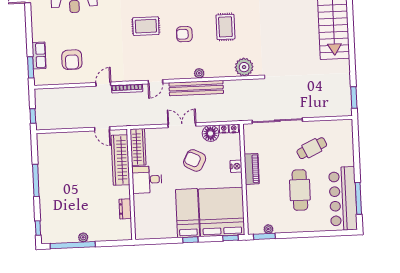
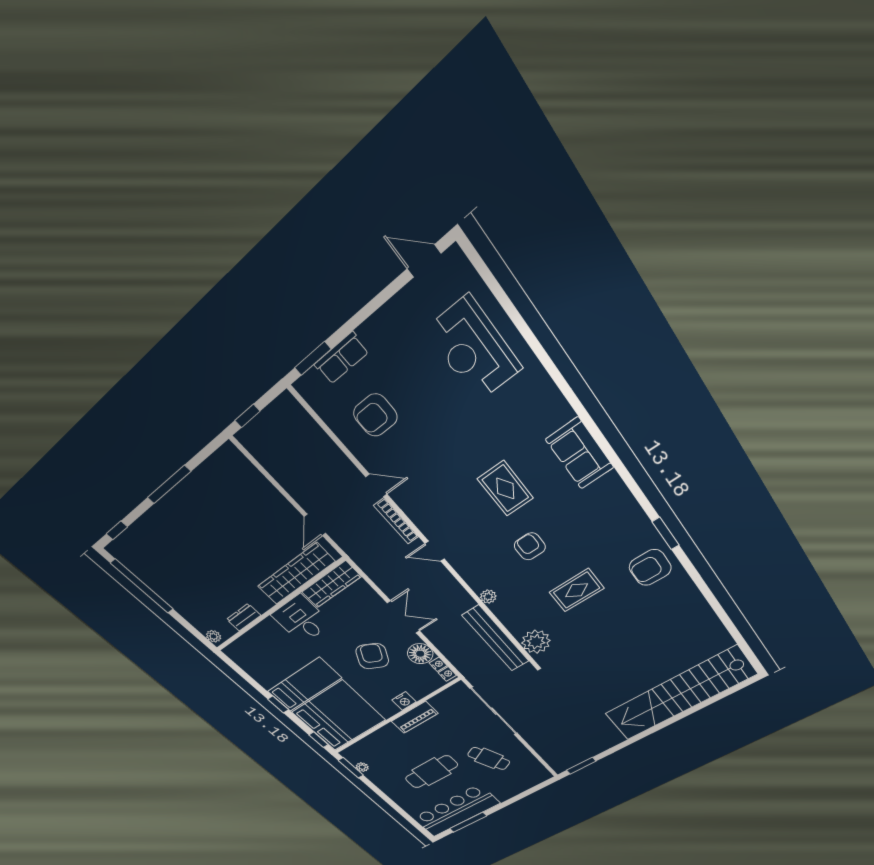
bench: (196, 88) -> (496, 638), moved
plant: (83, 237) -> (214, 636), moved

